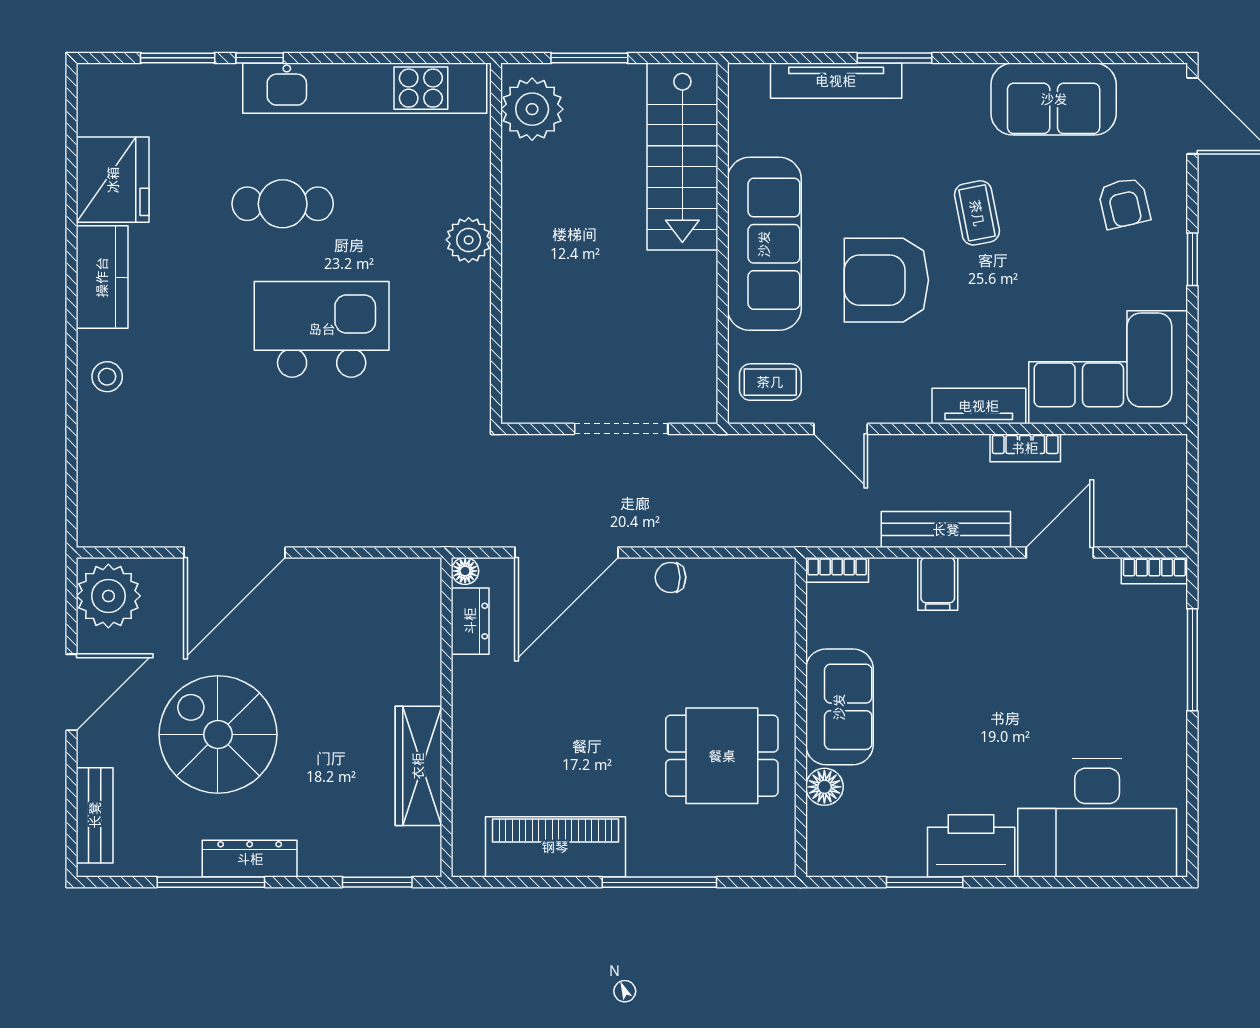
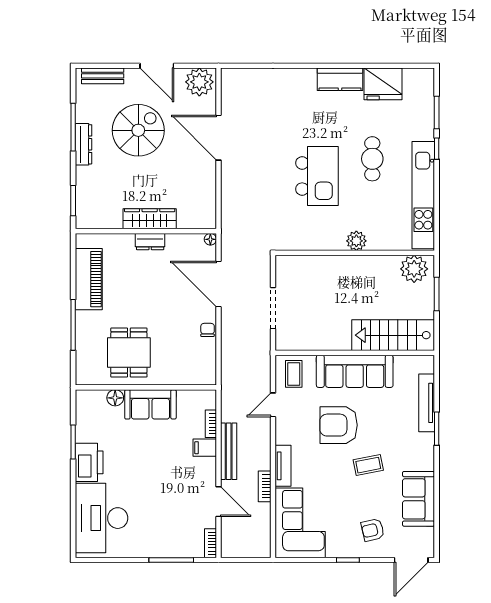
armchair: (886, 280) -> (339, 425), turned -90
stool: (107, 377) -> (296, 81), removed
bookcase: (837, 570) -> (211, 424), moved
dresser: (470, 621) -> (150, 242), moved
wardrobe: (418, 766) -> (150, 219), moved

